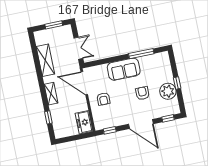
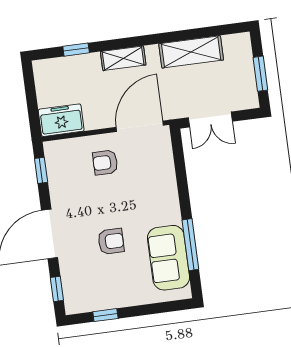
sofa: (124, 69) -> (169, 258), moved
window: (177, 83) -> (105, 315), moved
plant: (168, 91) -> (111, 293), removed

